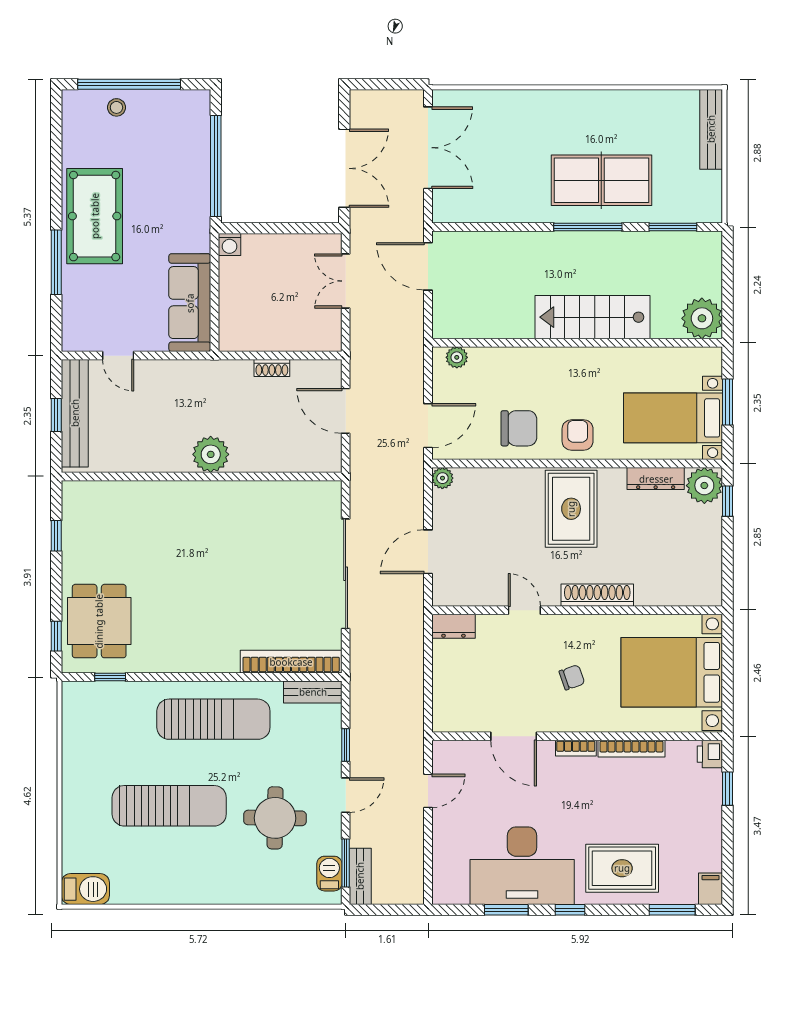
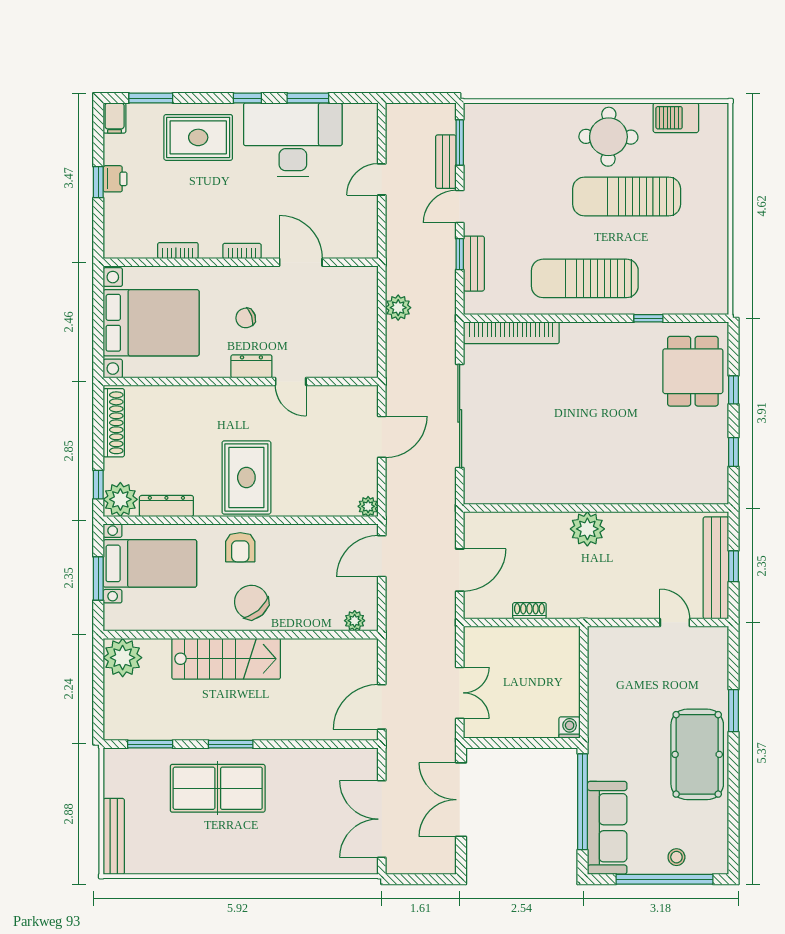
window: (588, 227) -> (231, 744), width x0.69
window: (56, 262) -> (733, 711), width x0.69
door: (428, 266) -> (382, 707), swing flipped
sofa: (190, 303) -> (607, 828), moved
door: (346, 411) -> (460, 570), hinge flipped
chair: (519, 428) -> (251, 602), moved, turned 49
shoe rack: (597, 595) -> (114, 423), moved, turned -90
dresser: (453, 626) -> (251, 366), moved
window: (56, 636) -> (733, 390), moved
window: (110, 677) -> (648, 318), moved
plant: (411, 688) -> (398, 308), added
bench: (313, 692) -> (474, 264), moved, turned 90
bookcase: (631, 749) -> (178, 251), width x0.64
printer: (710, 754) -> (115, 179), moved
window: (728, 789) -> (98, 182), moved
door: (428, 791) -> (382, 179), moved
round table: (275, 818) -> (608, 137), moved
barbecue: (329, 874) -> (475, 132), removed
bench: (360, 876) -> (446, 162), moved
barbecue: (85, 889) -> (676, 118), moved

